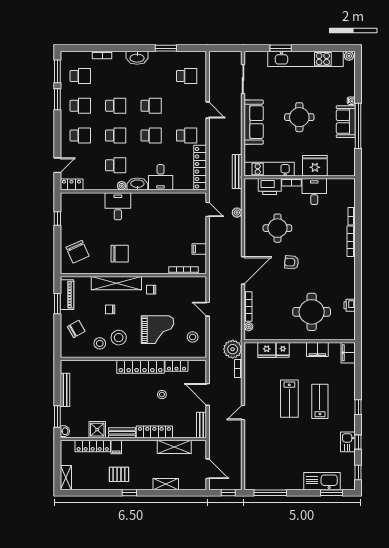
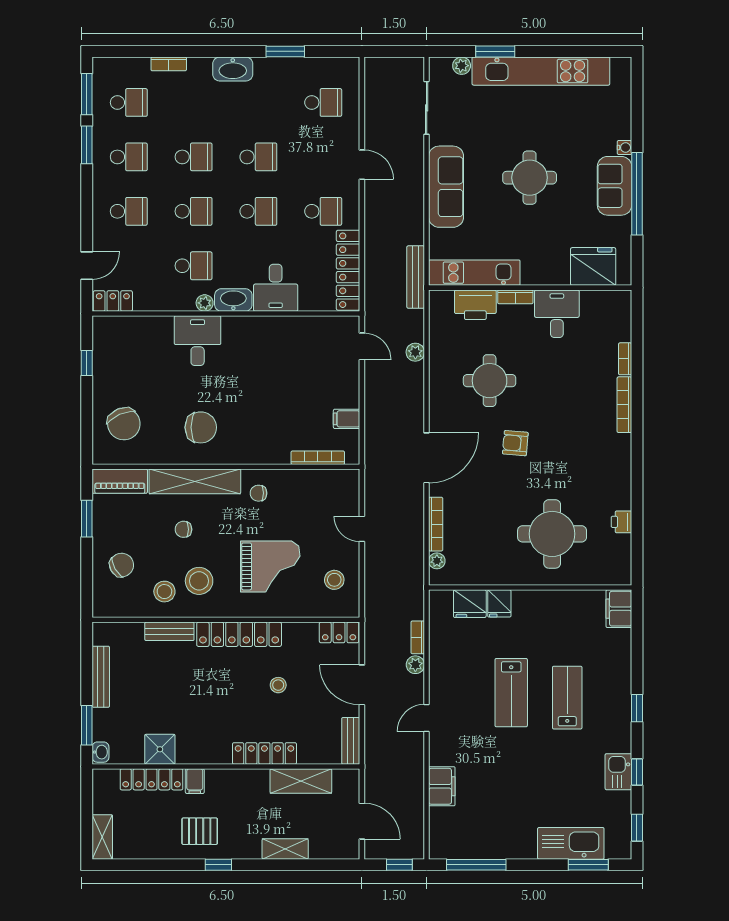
plant: (349, 56) -> (462, 66), moved
fridge: (315, 166) -> (593, 266), moved
piano: (67, 295) -> (120, 481), moved, turned 90
plant: (233, 349) -> (415, 665), moved, width x0.53, depth x0.53
filing cabinet: (317, 350) -> (442, 786), moved, turned -90
locker: (177, 366) -> (339, 632), moved
bench: (122, 433) -> (169, 631), moved

